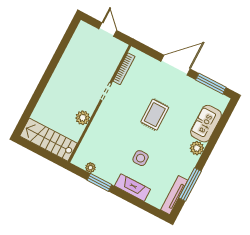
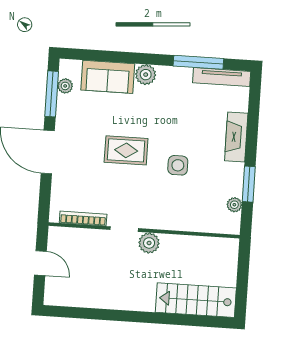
door: (108, 30) -> (40, 263), swing flipped
plant: (212, 94) -> (65, 86), added
plant: (83, 118) -> (149, 243), moved
stairs: (48, 140) -> (196, 300), moved, turned 90
side table: (141, 158) -> (178, 165), moved

